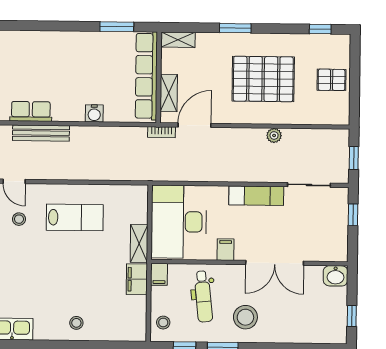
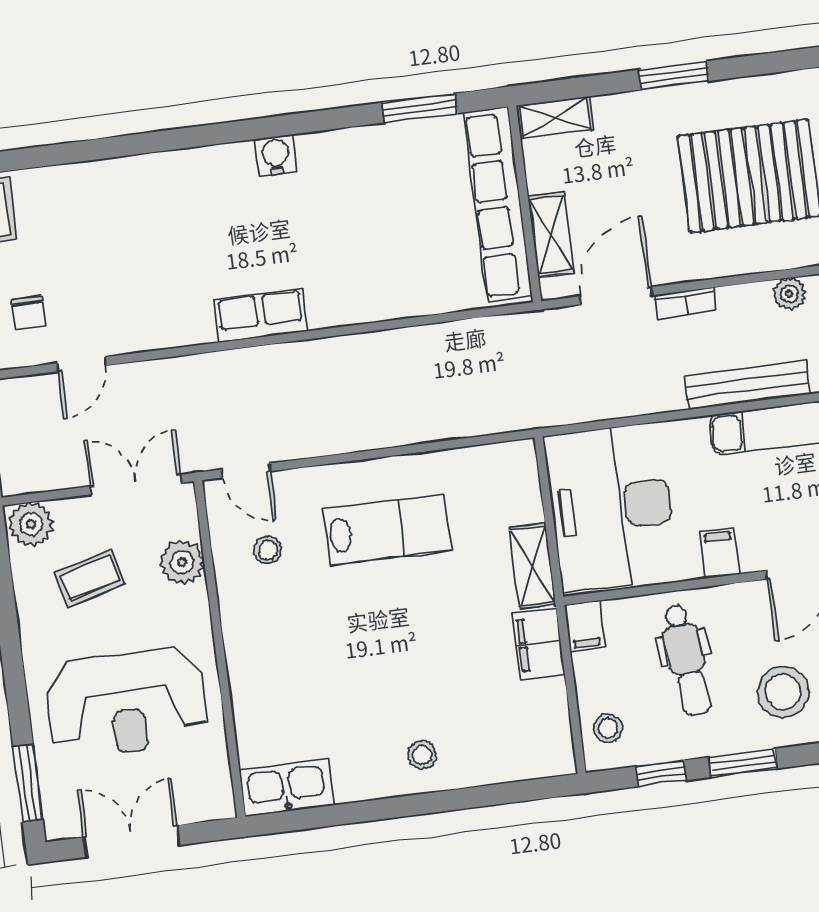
water cooler: (94, 113) -> (275, 155), moved, turned 180
bookcase: (161, 132) -> (686, 303), moved
bench: (41, 133) -> (747, 385), moved

